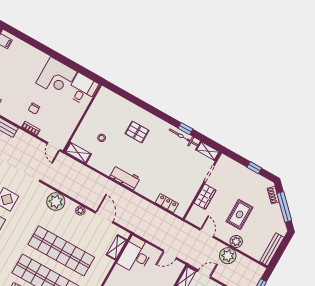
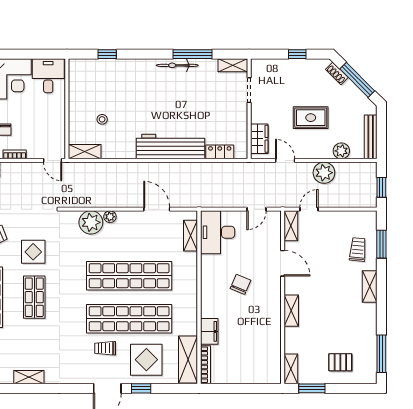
window: (129, 97) -> (107, 54), added
window: (185, 129) -> (193, 54), width x2.17
pallet: (137, 132) -> (139, 89), removed
bicycle: (183, 137) -> (177, 65), moved
workbench: (125, 177) -> (171, 147), width x1.88, depth x1.32
wardrobe: (205, 197) -> (259, 139), moved
plant: (80, 210) -> (110, 217), moved
rug: (240, 214) -> (311, 118), turned 90
plant: (236, 241) -> (341, 151), moved

